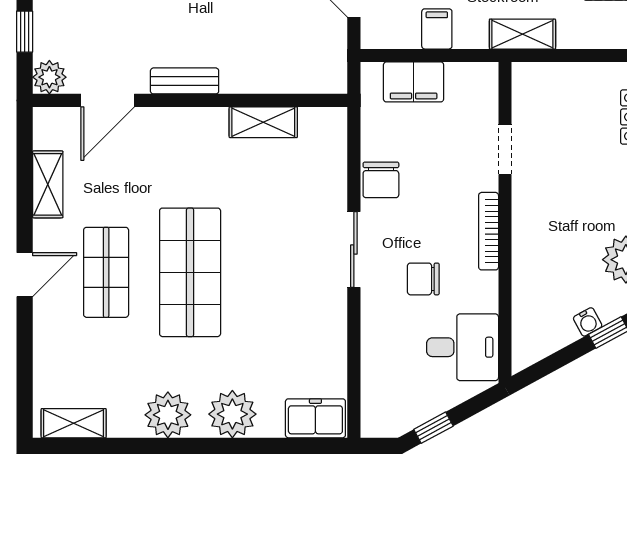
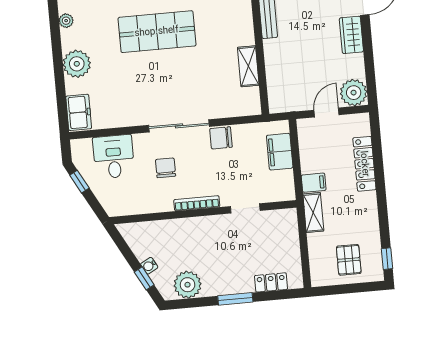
filing cabinet: (437, 29) -> (314, 183), moved
sliding door: (354, 249) -> (179, 126), width x1.37
desk: (463, 347) -> (114, 157), moved, turned 180
plant: (168, 415) -> (66, 21), width x0.53, depth x0.53

